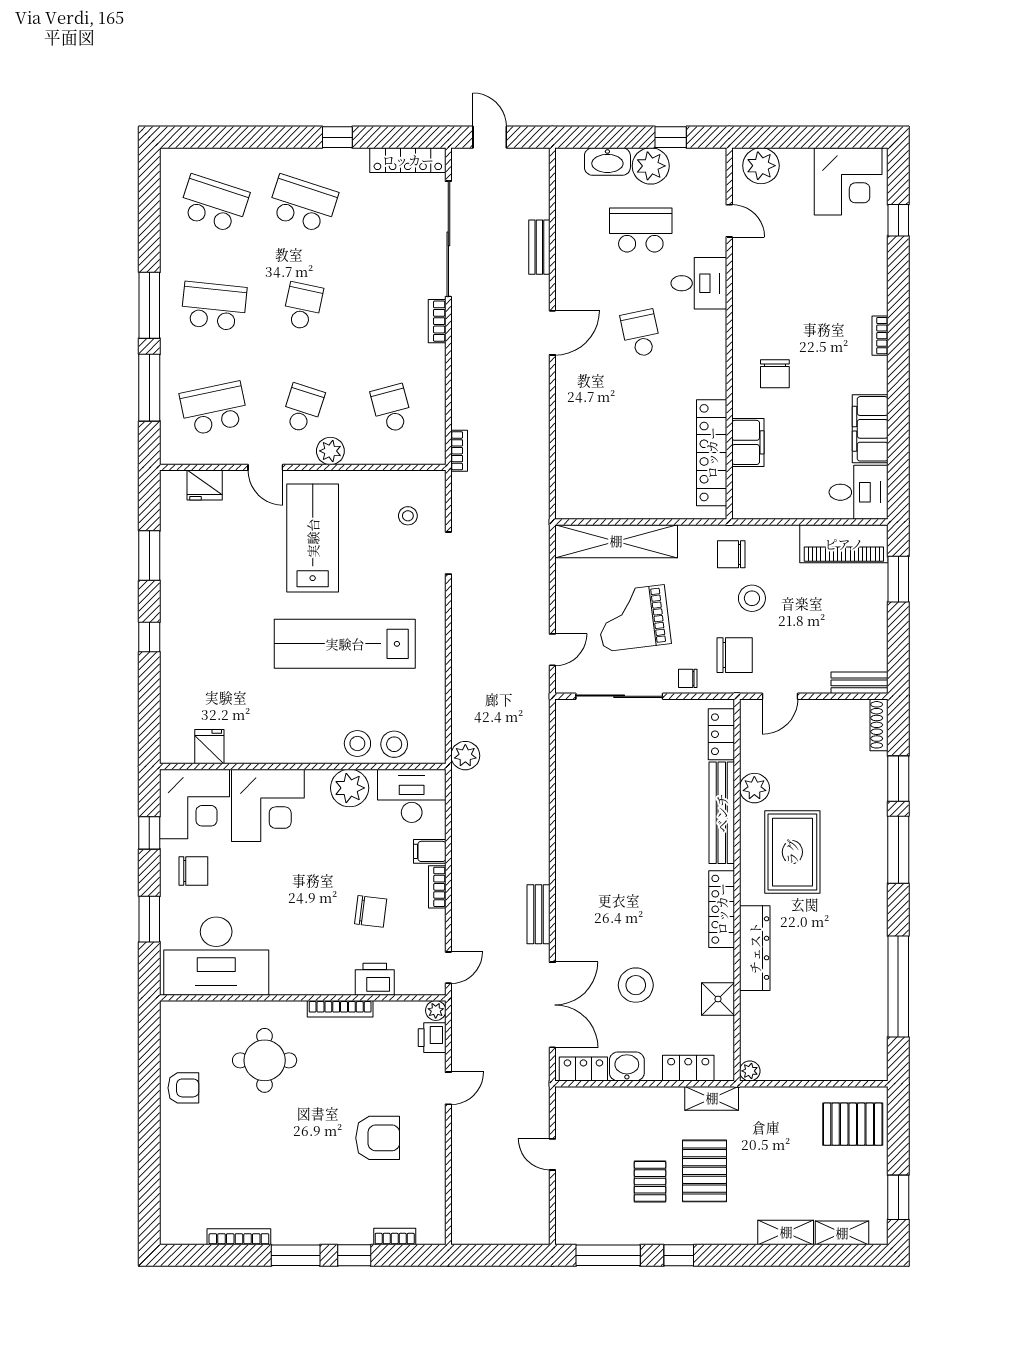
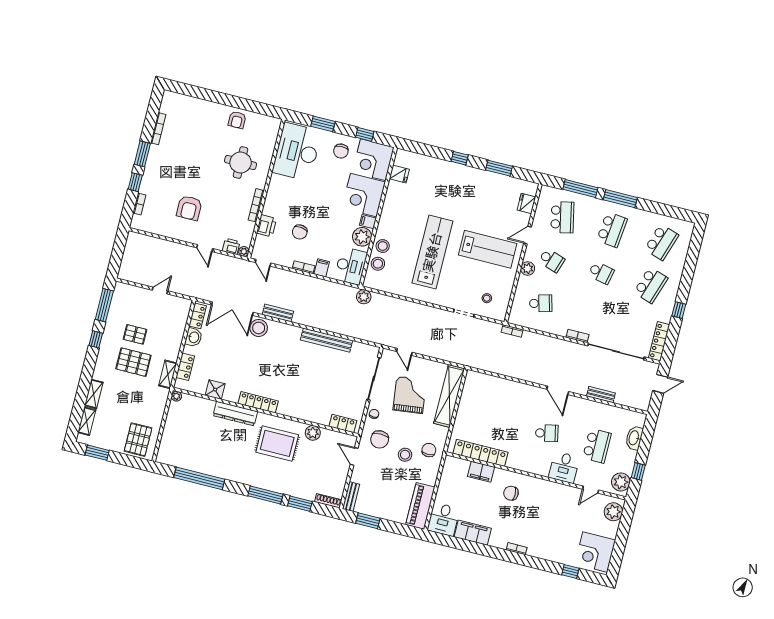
plant: (651, 166) -> (621, 482), moved
window: (898, 579) -> (368, 521), moved
filing cabinet: (317, 784) -> (368, 222), added
bench: (722, 813) -> (327, 340), moved
stool: (636, 985) -> (259, 328), moved

